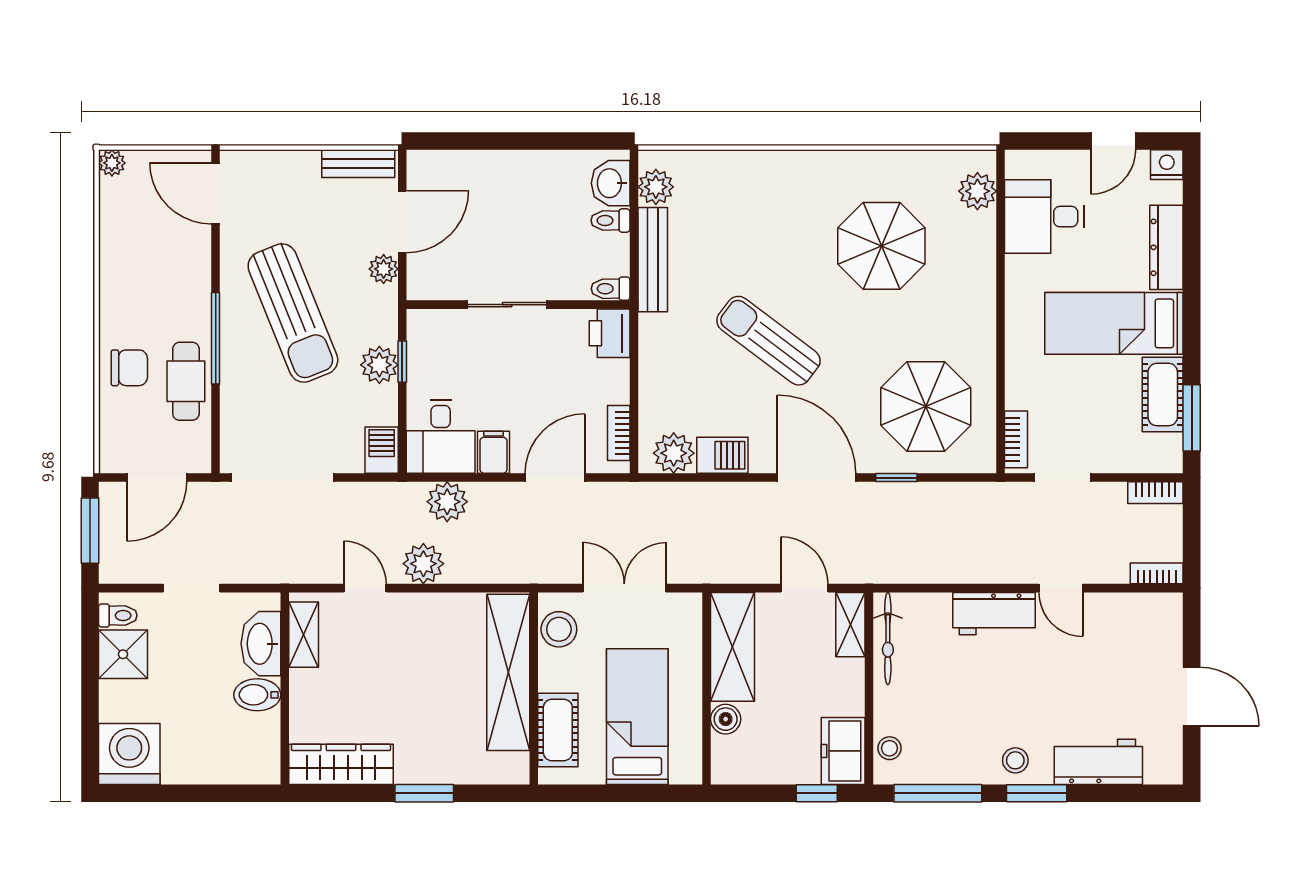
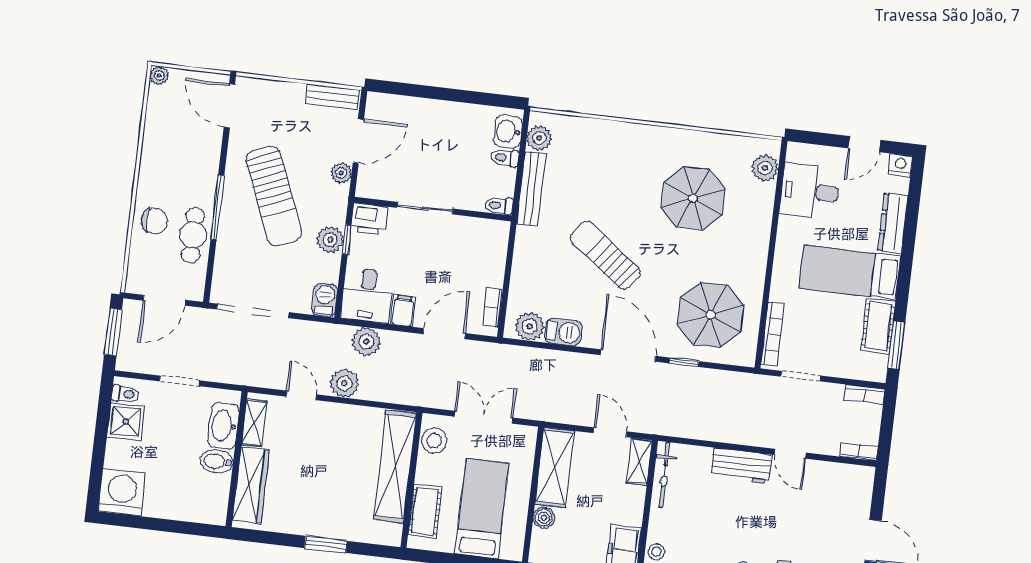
printer: (610, 333) -> (369, 219), moved, turned -90
bookcase: (1016, 439) -> (773, 334), width x1.56
wardrobe: (341, 764) -> (251, 485), moved, turned 90

